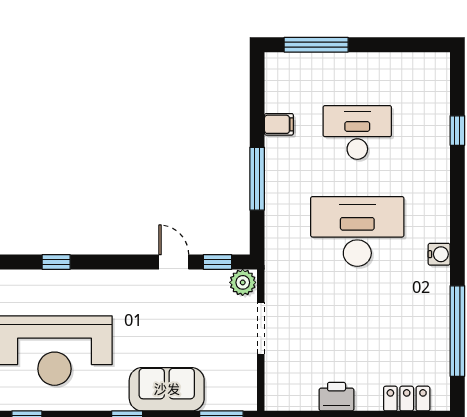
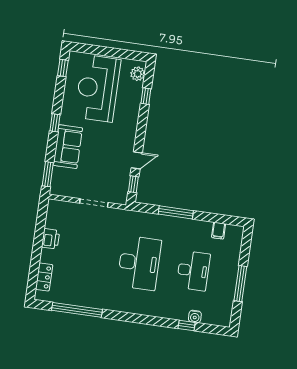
window: (316, 45) -> (240, 284), moved
filing cabinet: (279, 124) -> (219, 231), moved
water cooler: (439, 254) -> (195, 317), moved
plant: (243, 282) -> (138, 74), moved

